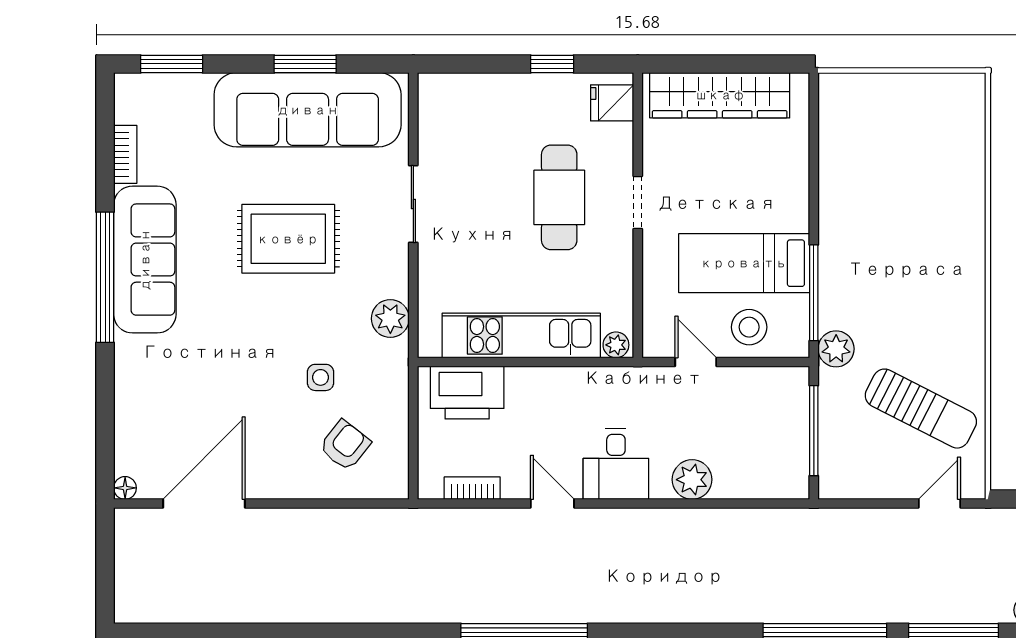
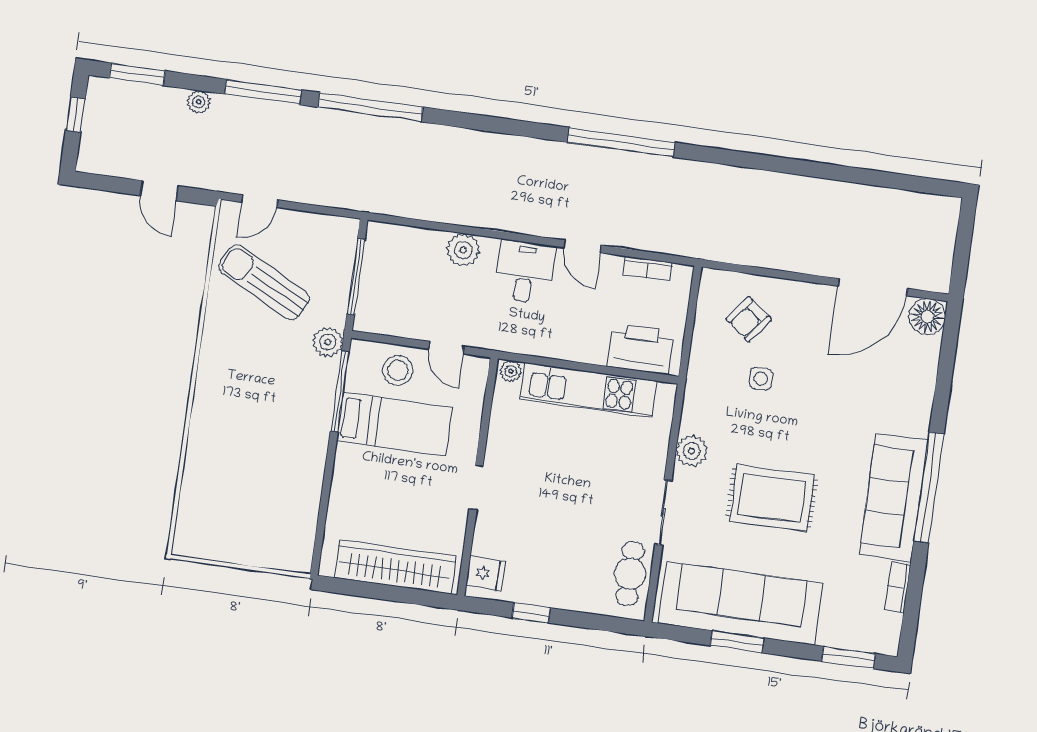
cafe table: (559, 197) -> (630, 574), moved, width x0.73, depth x0.74
plant: (390, 319) -> (691, 451), moved
floor lamp: (125, 488) -> (927, 317), width x1.89, depth x1.89

